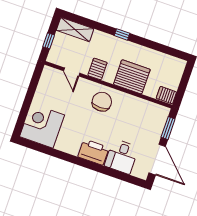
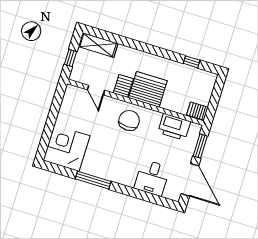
window: (122, 34) -> (192, 62), moved
server rack: (132, 77) -> (148, 89), moved
printer: (93, 152) -> (174, 127), moved, turned 180
window: (66, 157) -> (93, 180), added

